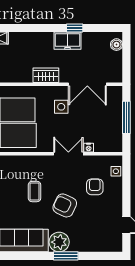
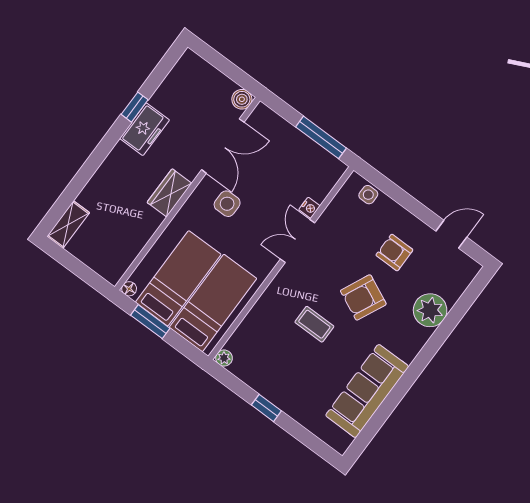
boiler: (116, 45) -> (242, 99), moved
window: (126, 117) -> (321, 137), moved
armchair: (95, 187) -> (394, 253), moved
plant: (59, 242) -> (430, 310), moved
window: (66, 256) -> (432, 347), removed

